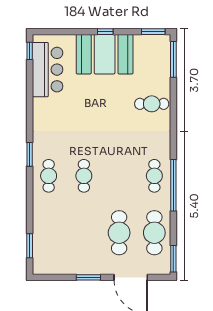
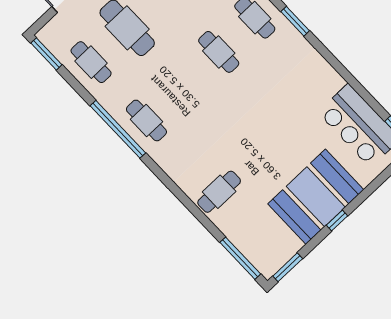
cafe table: (154, 233) -> (91, 62), width x0.73, depth x0.74

